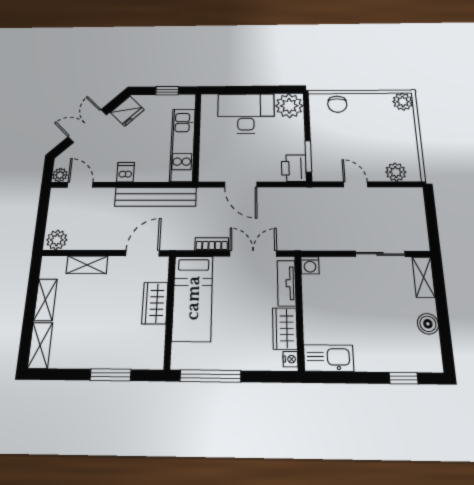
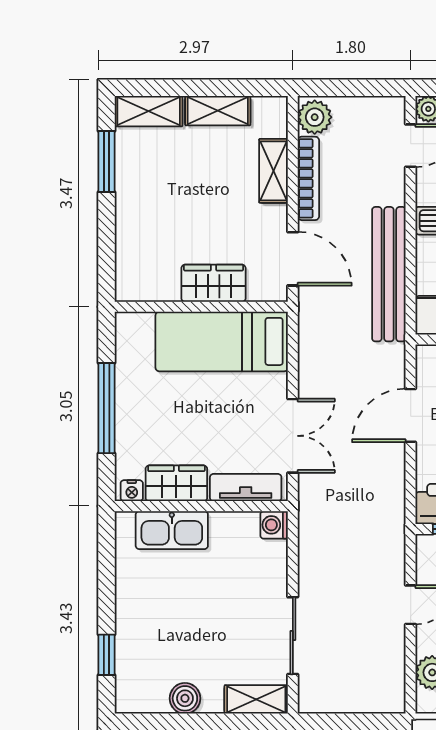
bookcase: (212, 244) -> (308, 178), moved, width x1.56
kitchen sink: (329, 358) -> (172, 530), moved, turned 90
window: (110, 375) -> (107, 161), moved
window: (210, 376) -> (107, 408), moved

